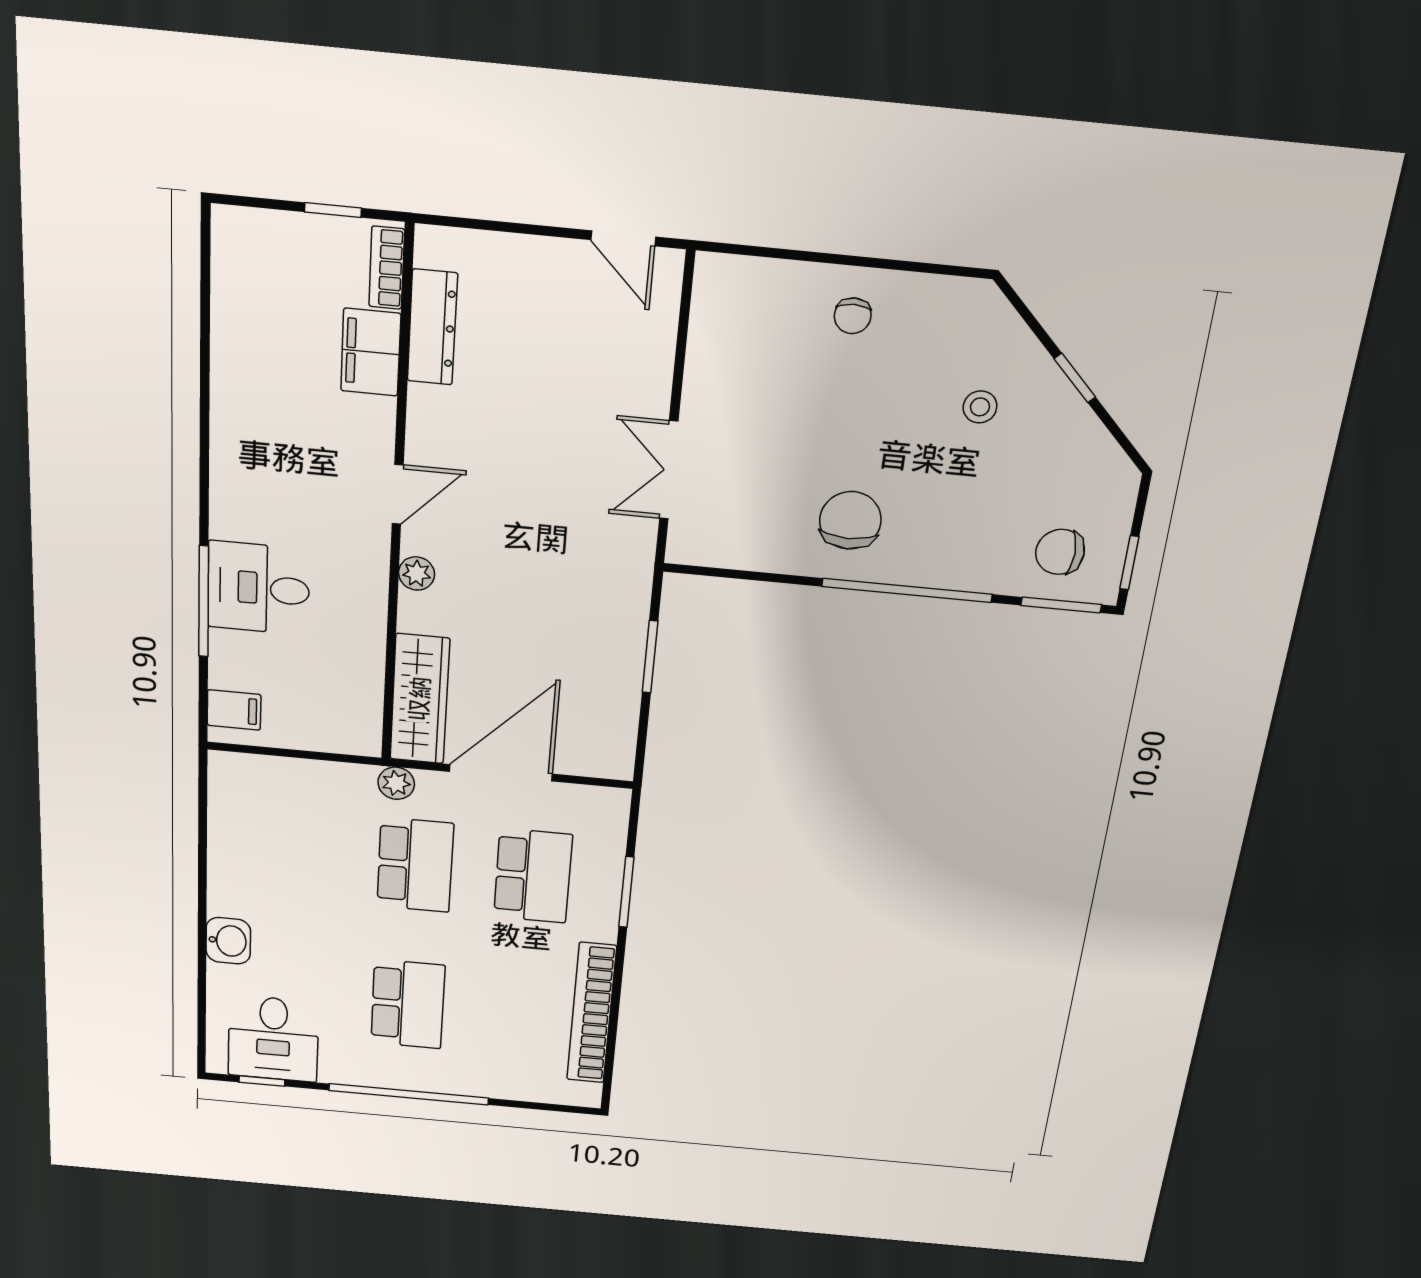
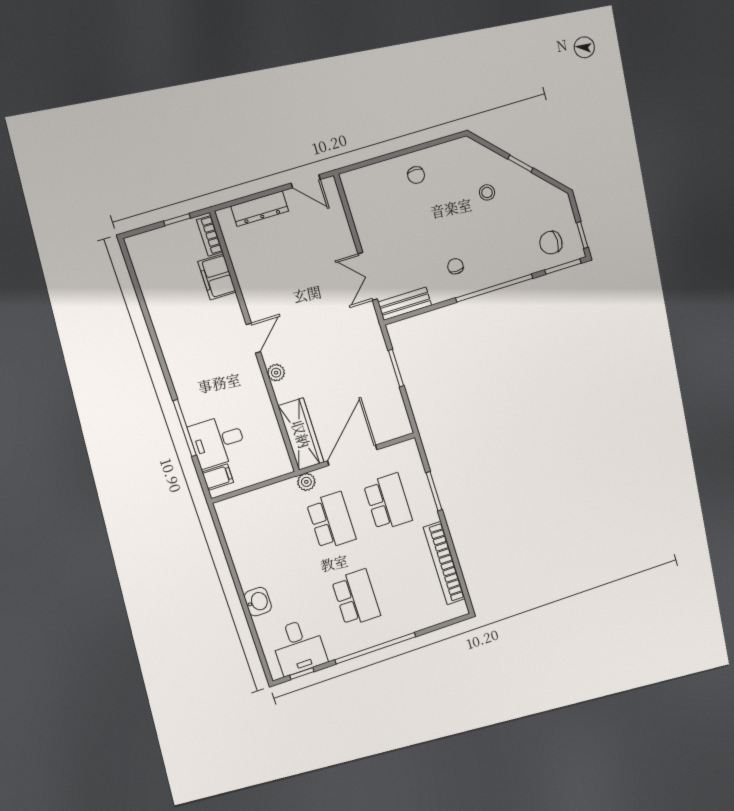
dresser: (432, 327) -> (260, 209), moved, turned 90
chair: (850, 520) -> (455, 266), width x0.54, depth x0.54
bench: (719, 549) -> (405, 304), added
desk: (259, 588) -> (218, 441), moved

